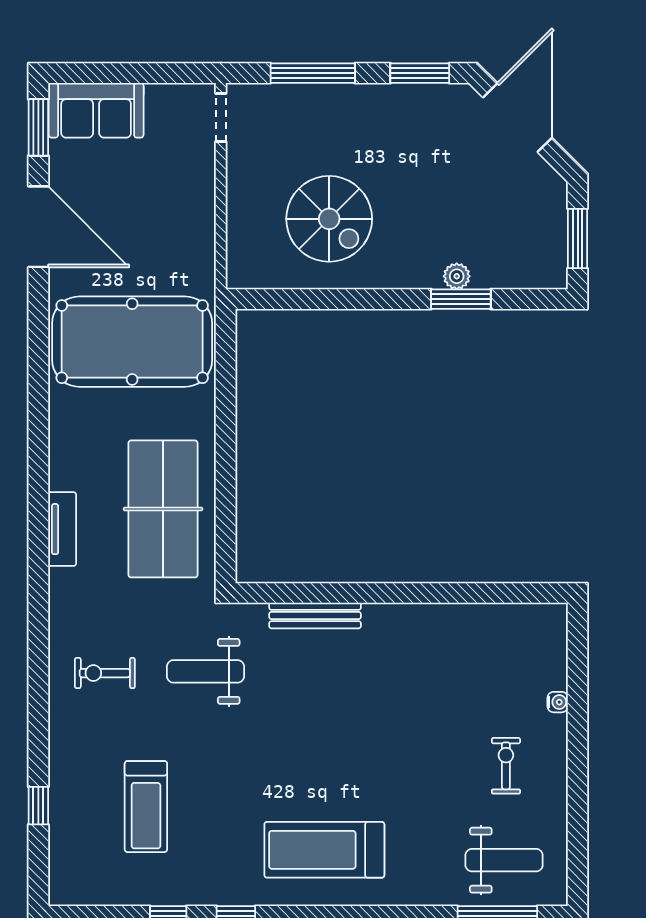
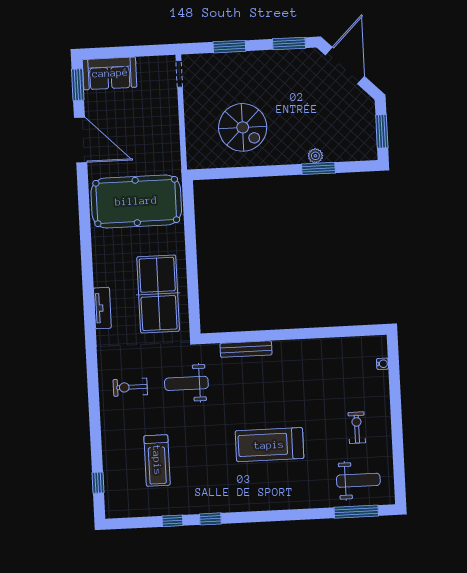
window: (313, 73) -> (229, 47), width x0.69
water cooler: (558, 702) -> (382, 364), moved
window: (38, 806) -> (98, 483), moved
treadmill: (324, 850) -> (269, 445), moved

